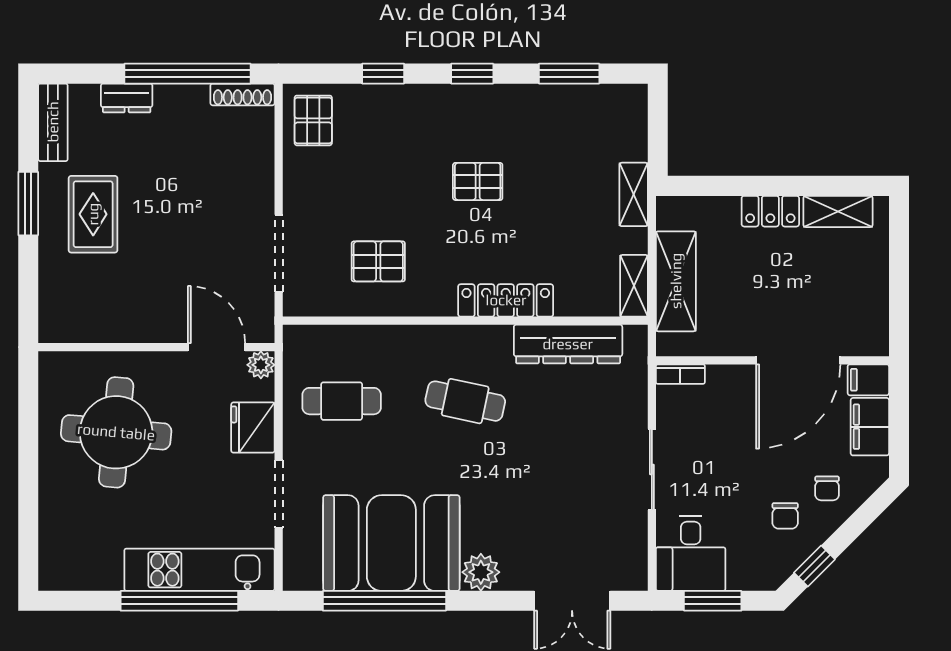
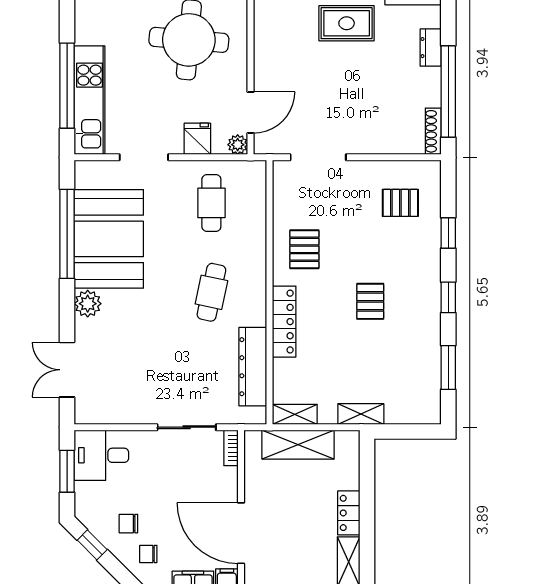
pallet: (313, 120) -> (400, 203), moved
pallet: (378, 261) -> (304, 249), moved
fridge: (253, 428) -> (197, 139), width x0.72
sliding door: (652, 469) -> (187, 427), moved

